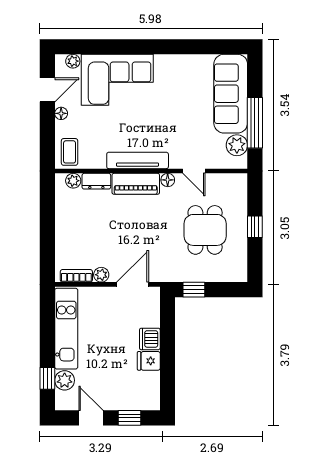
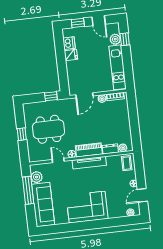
corner sofa: (117, 80) -> (87, 207), moved
dining table: (205, 230) -> (48, 129), width x1.38
dishwasher: (150, 339) -> (69, 43), moved

